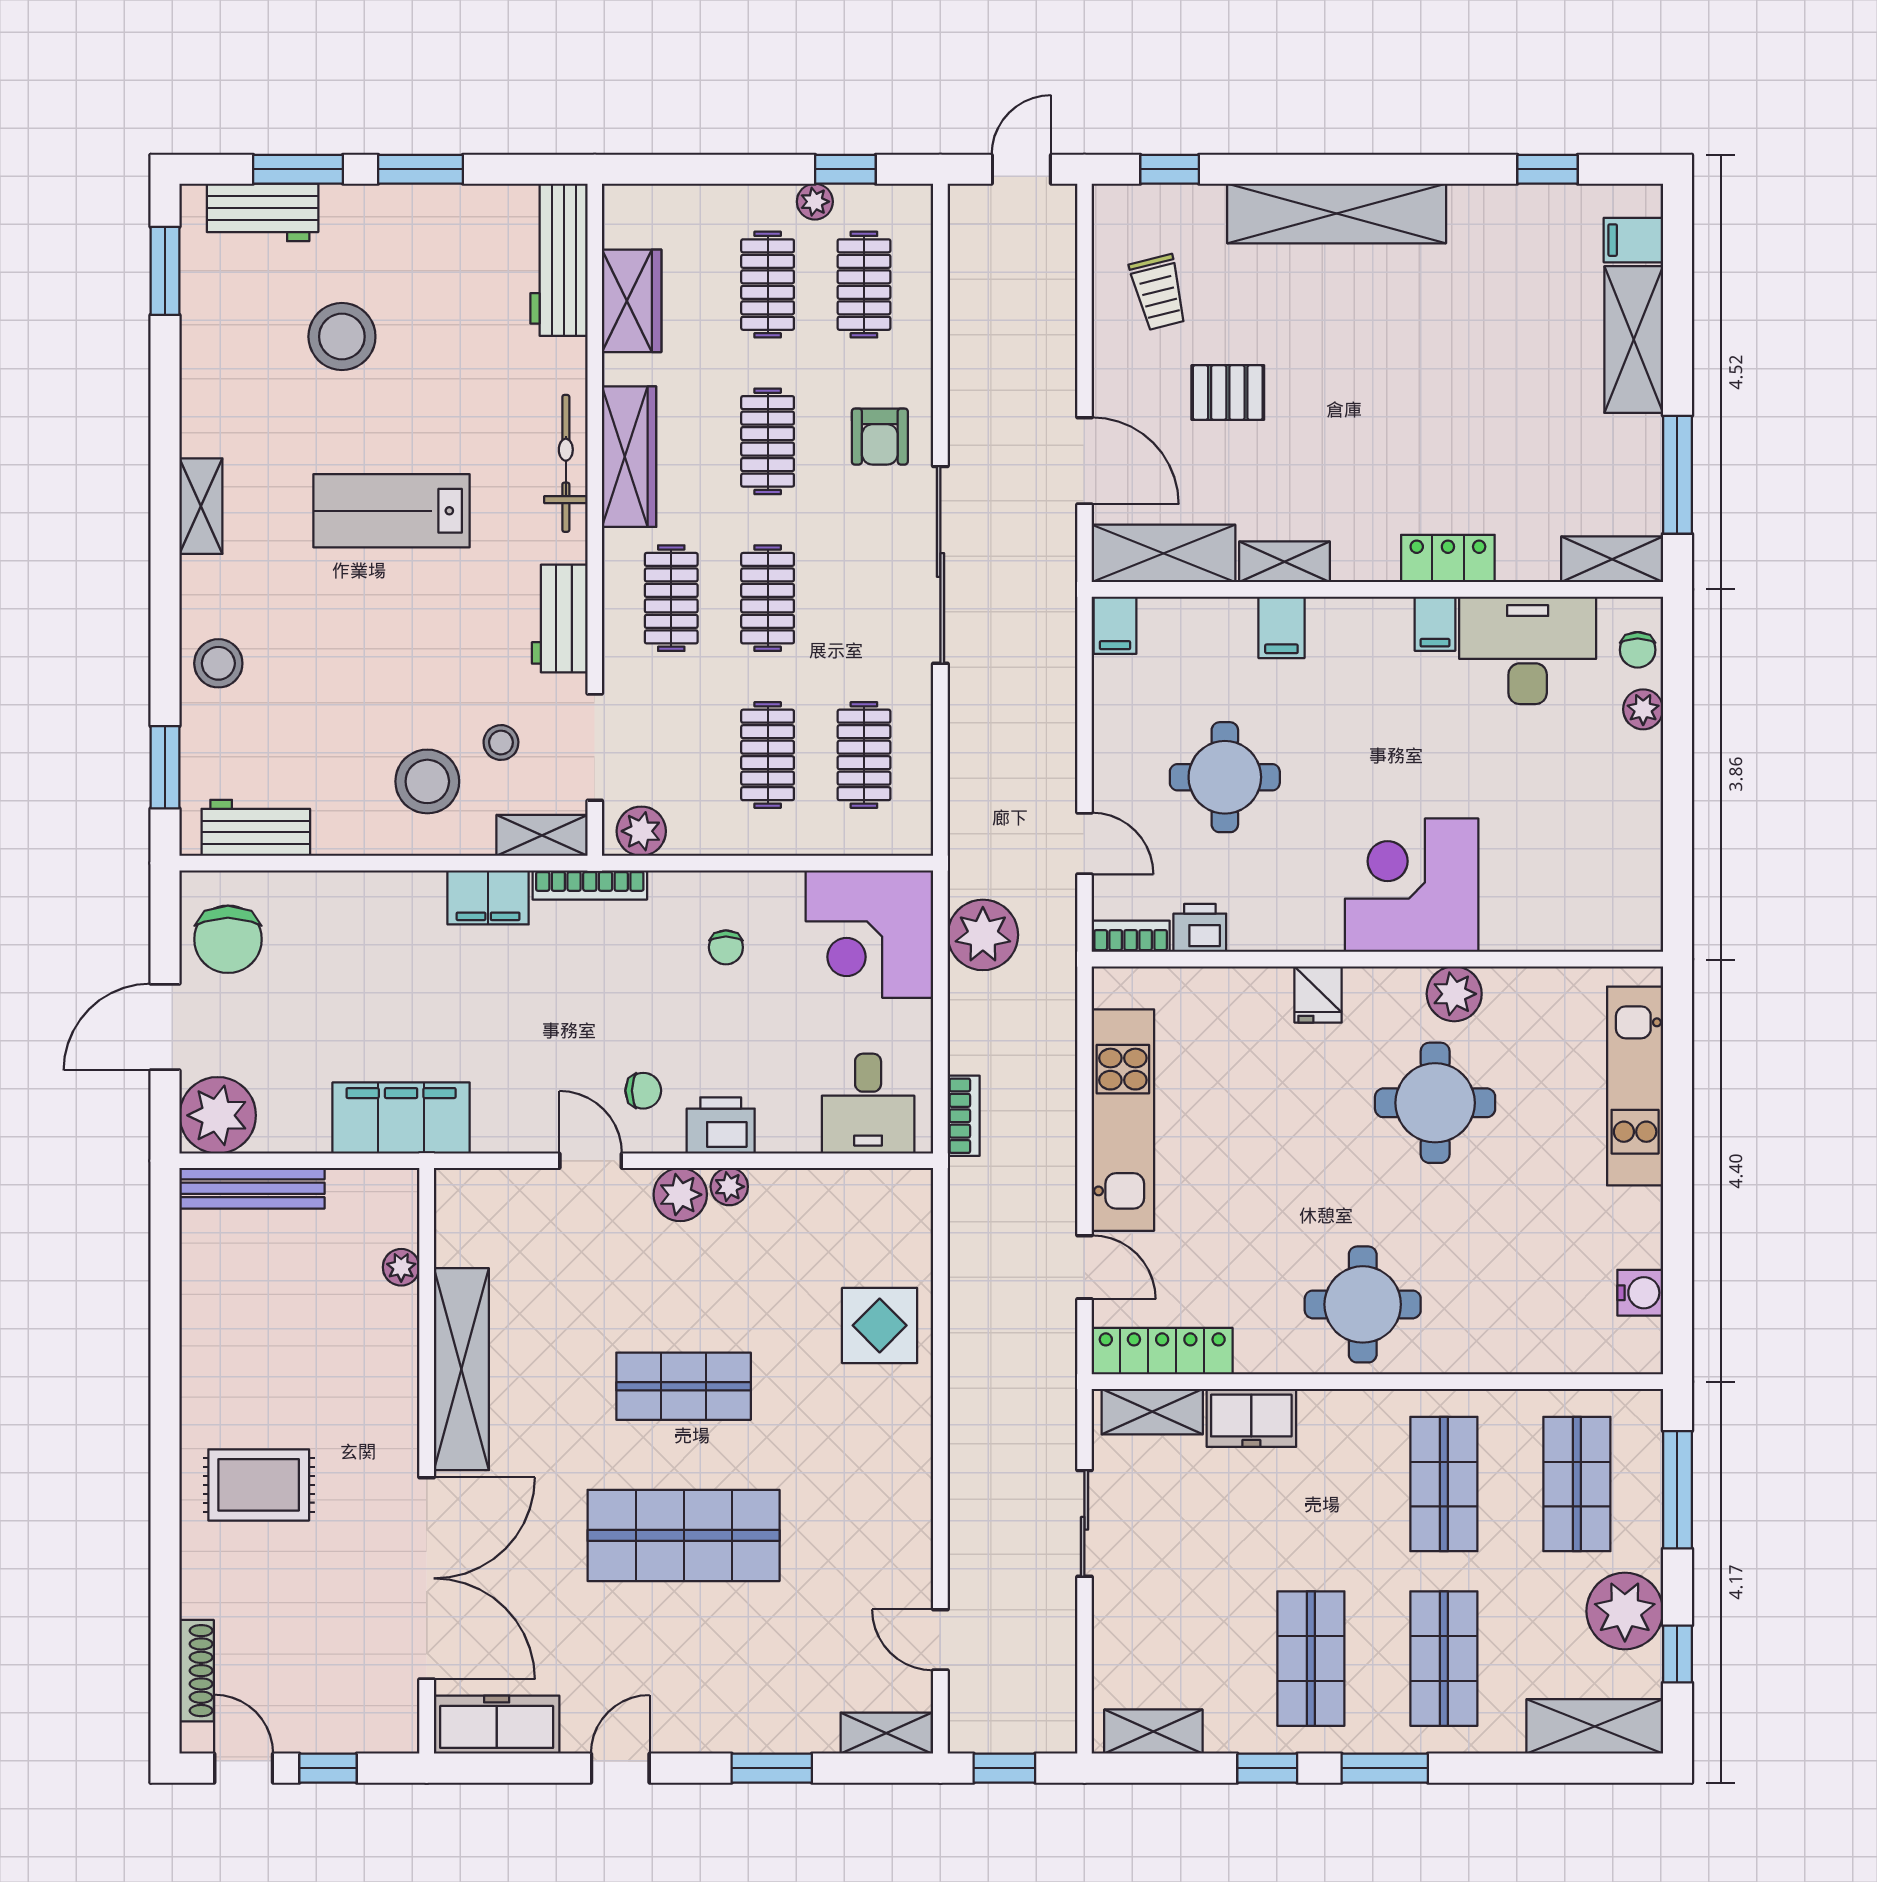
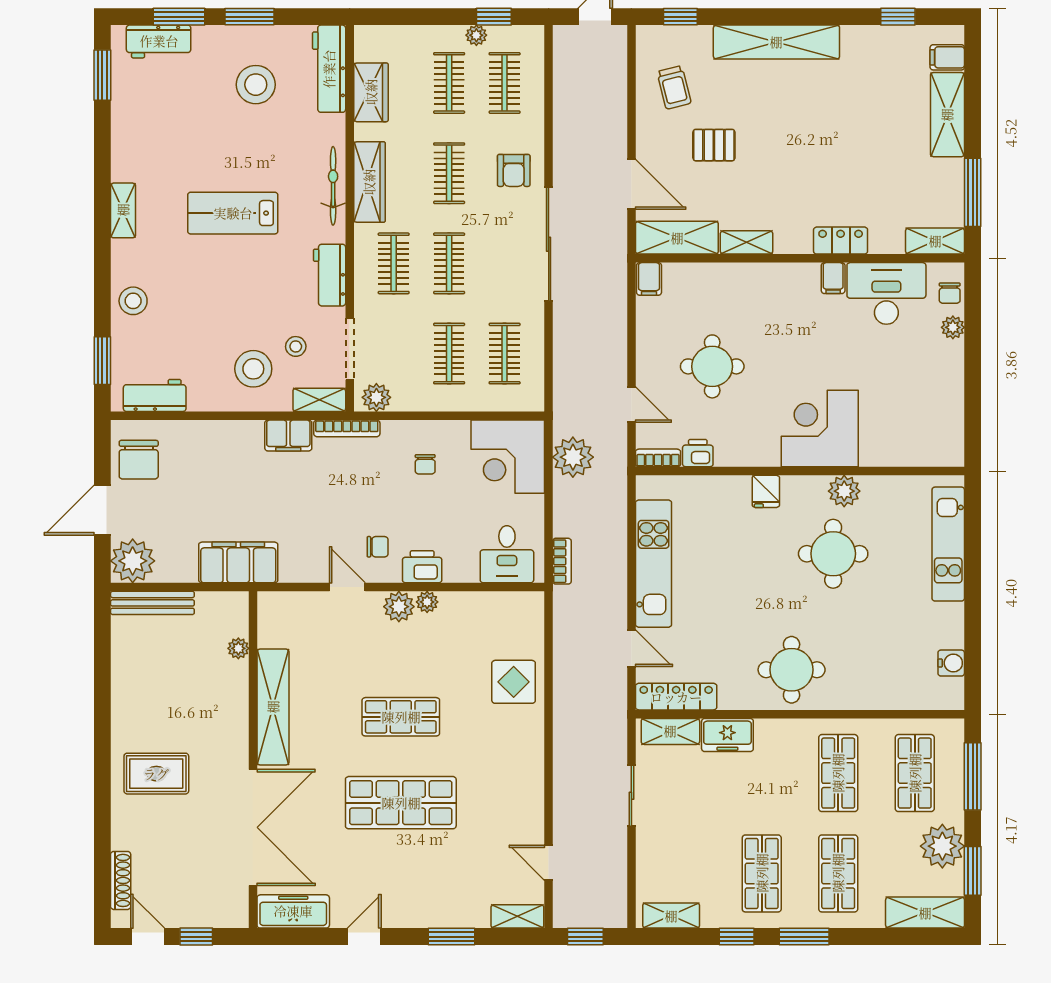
stool: (342, 337) -> (256, 85), moved
filing cabinet: (1281, 627) -> (745, 280), removed
window: (1677, 1654) -> (973, 871), width x1.50

